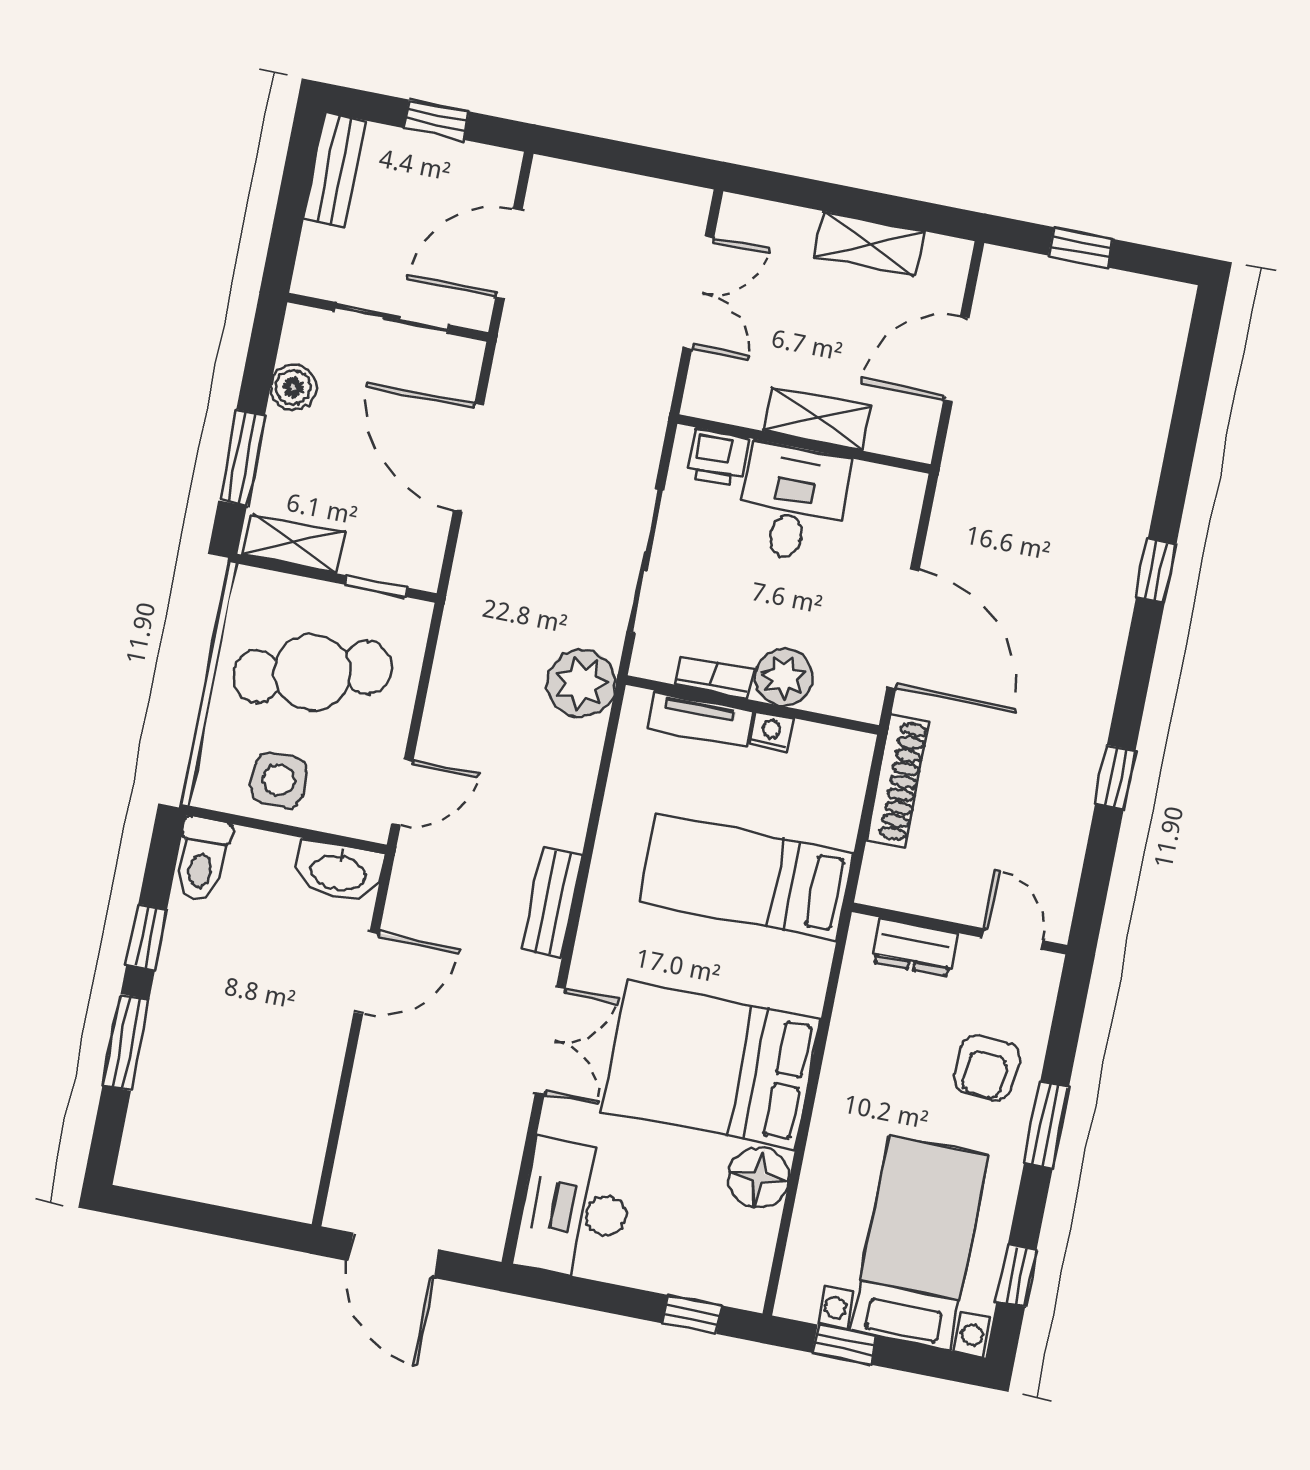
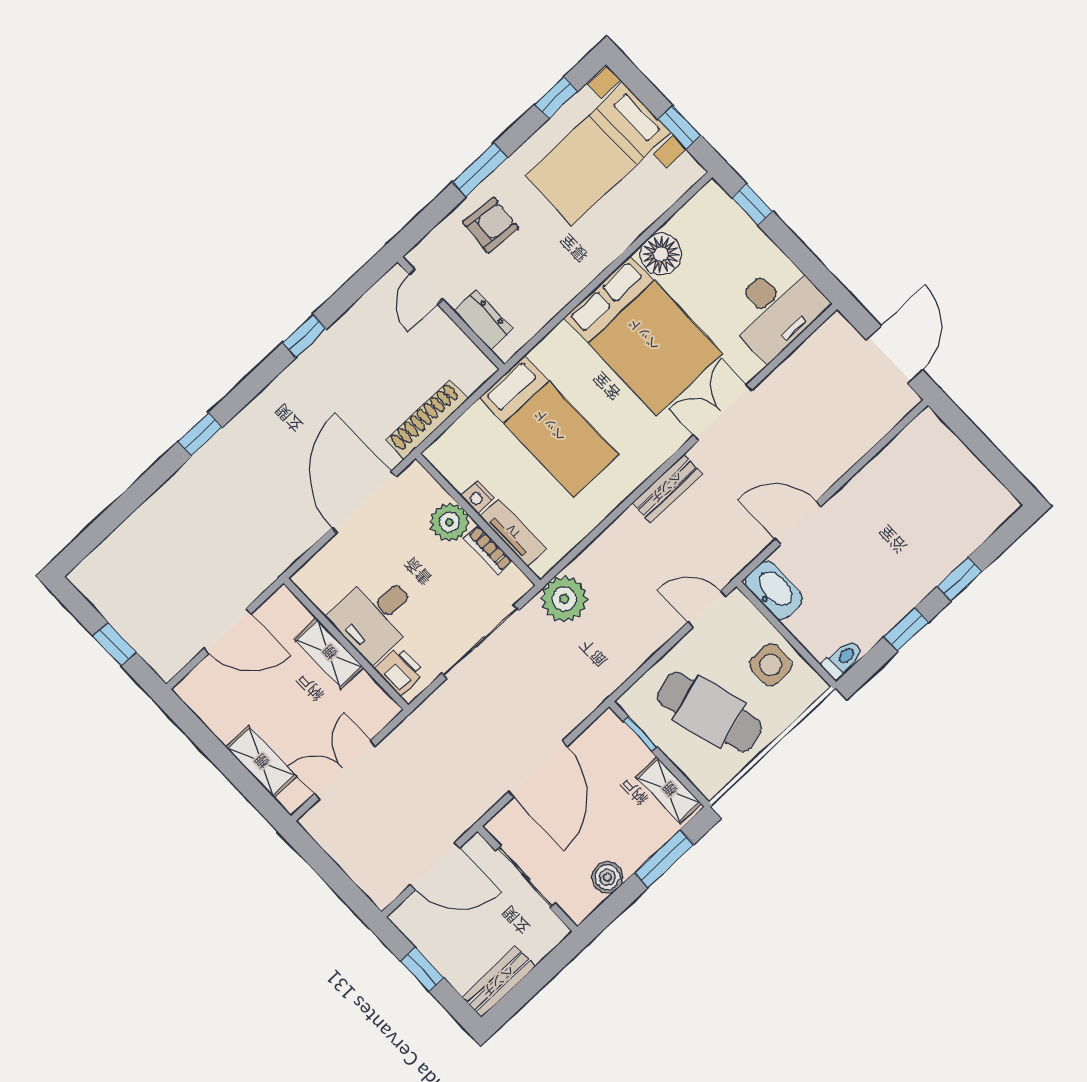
shelving: (869, 244) -> (261, 762), moved
toilet: (202, 859) -> (842, 660), width x0.73, depth x0.72
window: (126, 1042) -> (959, 579), width x0.67

